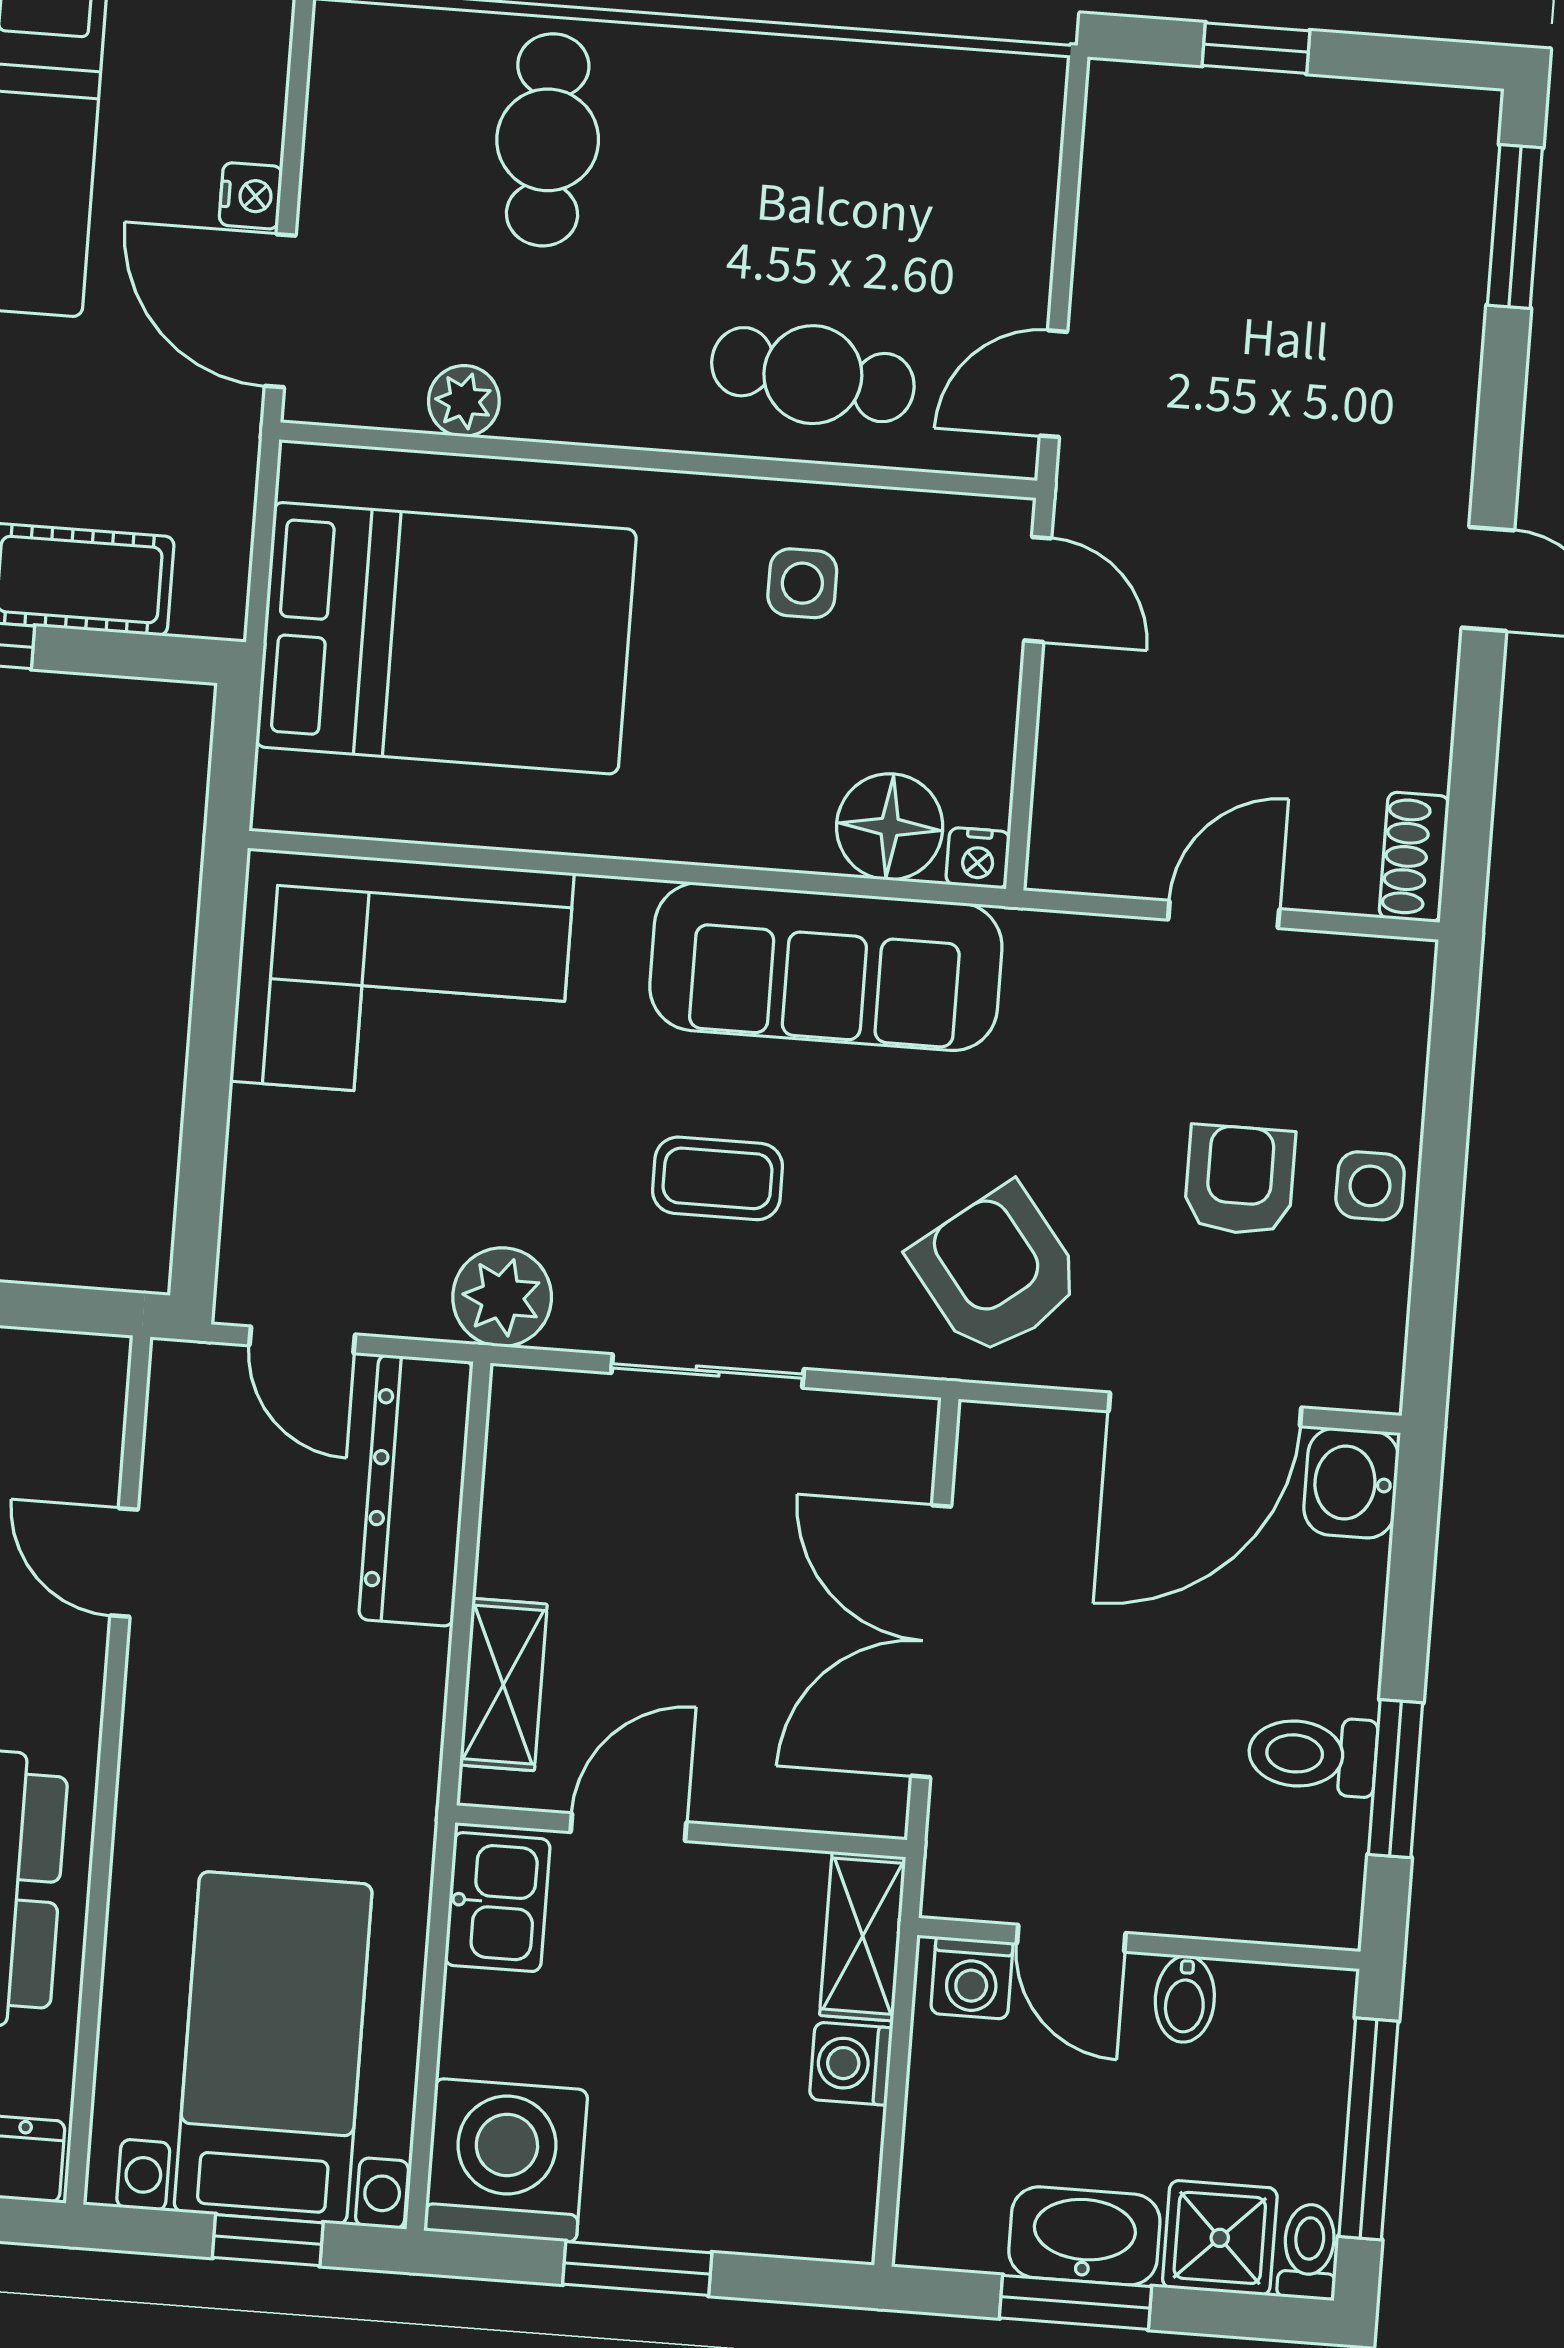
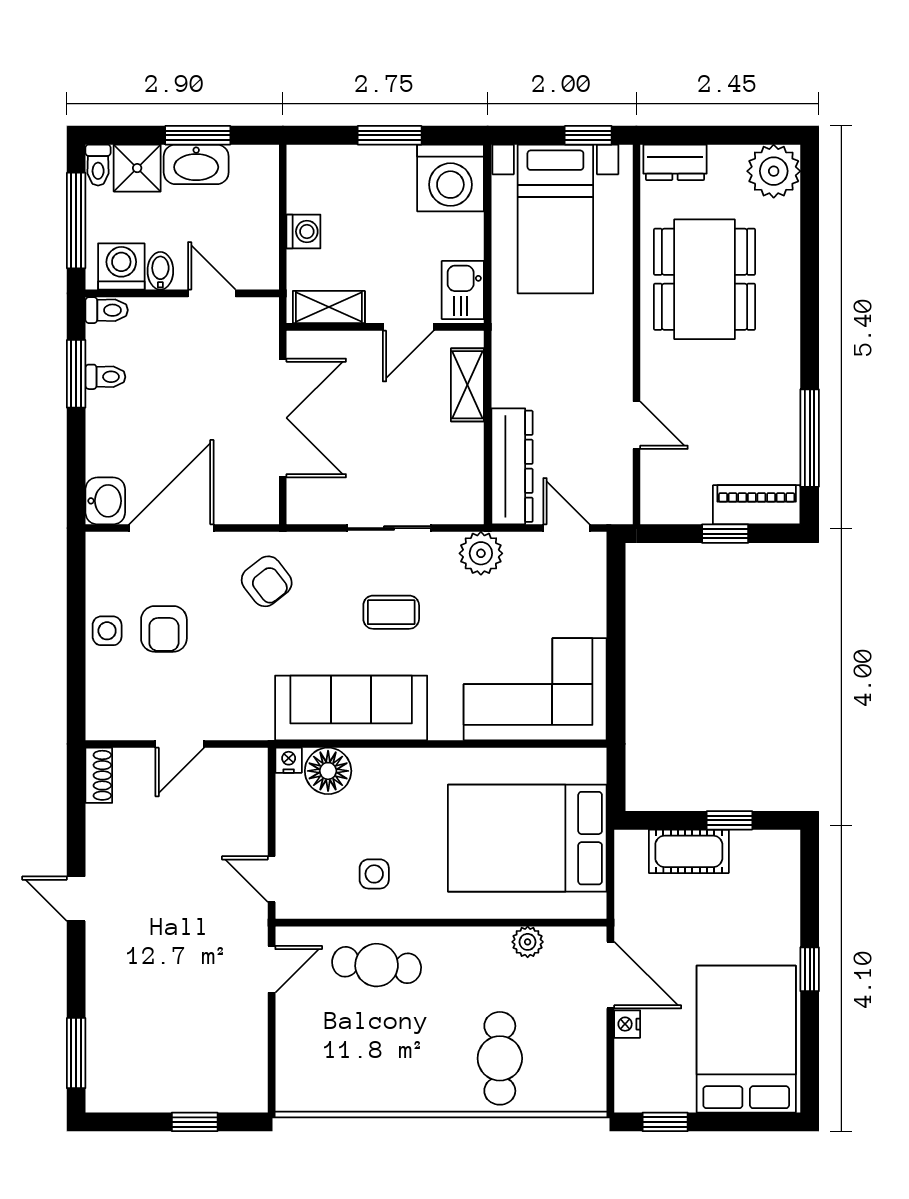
armchair: (997, 1271) -> (267, 581), width x0.72, depth x0.72
toilet: (1312, 1755) -> (105, 377), width x0.73, depth x0.72
toilet: (1315, 1919) -> (107, 310), added
shelving: (863, 1936) -> (329, 307), moved, turned 90
washing machine: (972, 1978) -> (121, 266), moved, width x1.38, depth x1.38
window: (268, 2240) -> (588, 135), moved

